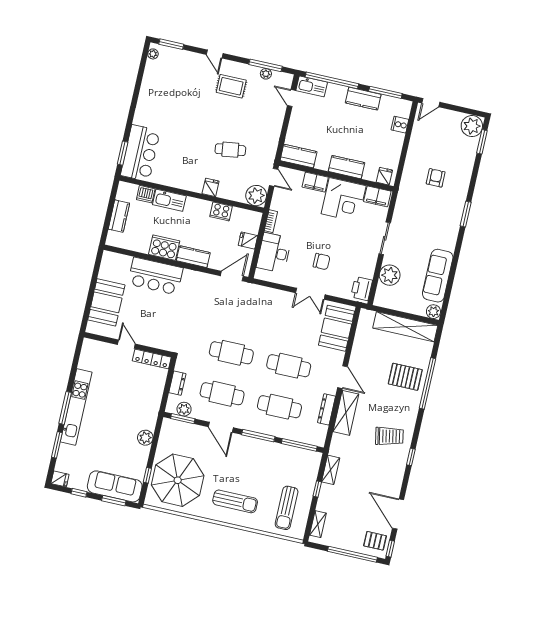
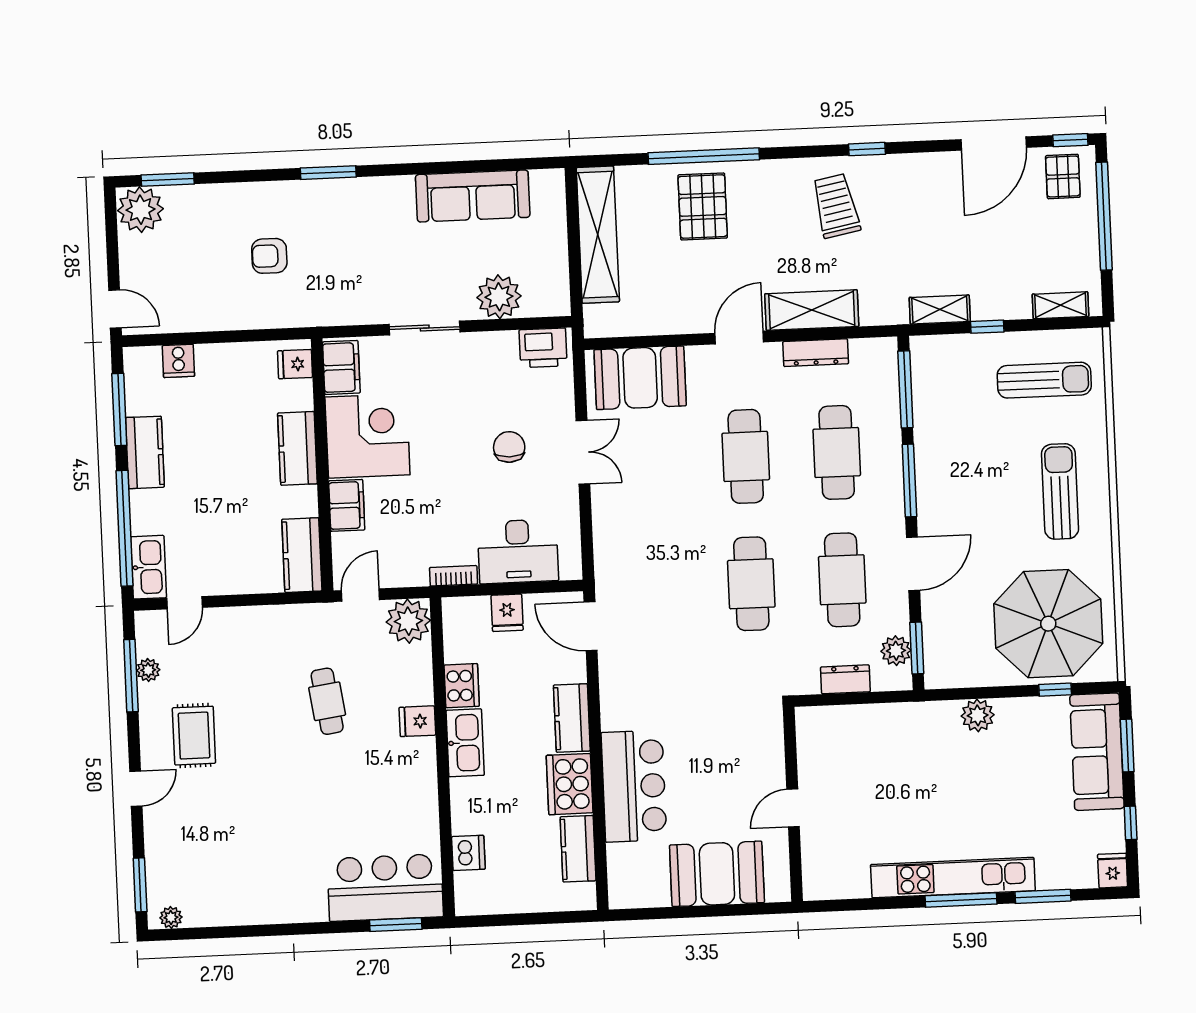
kitchen sink: (169, 200) -> (465, 743), moved
kitchen counter: (119, 216) -> (578, 849), moved, turned -90
plant: (433, 312) -> (550, 184), removed
locker: (152, 359) -> (810, 747), removed

